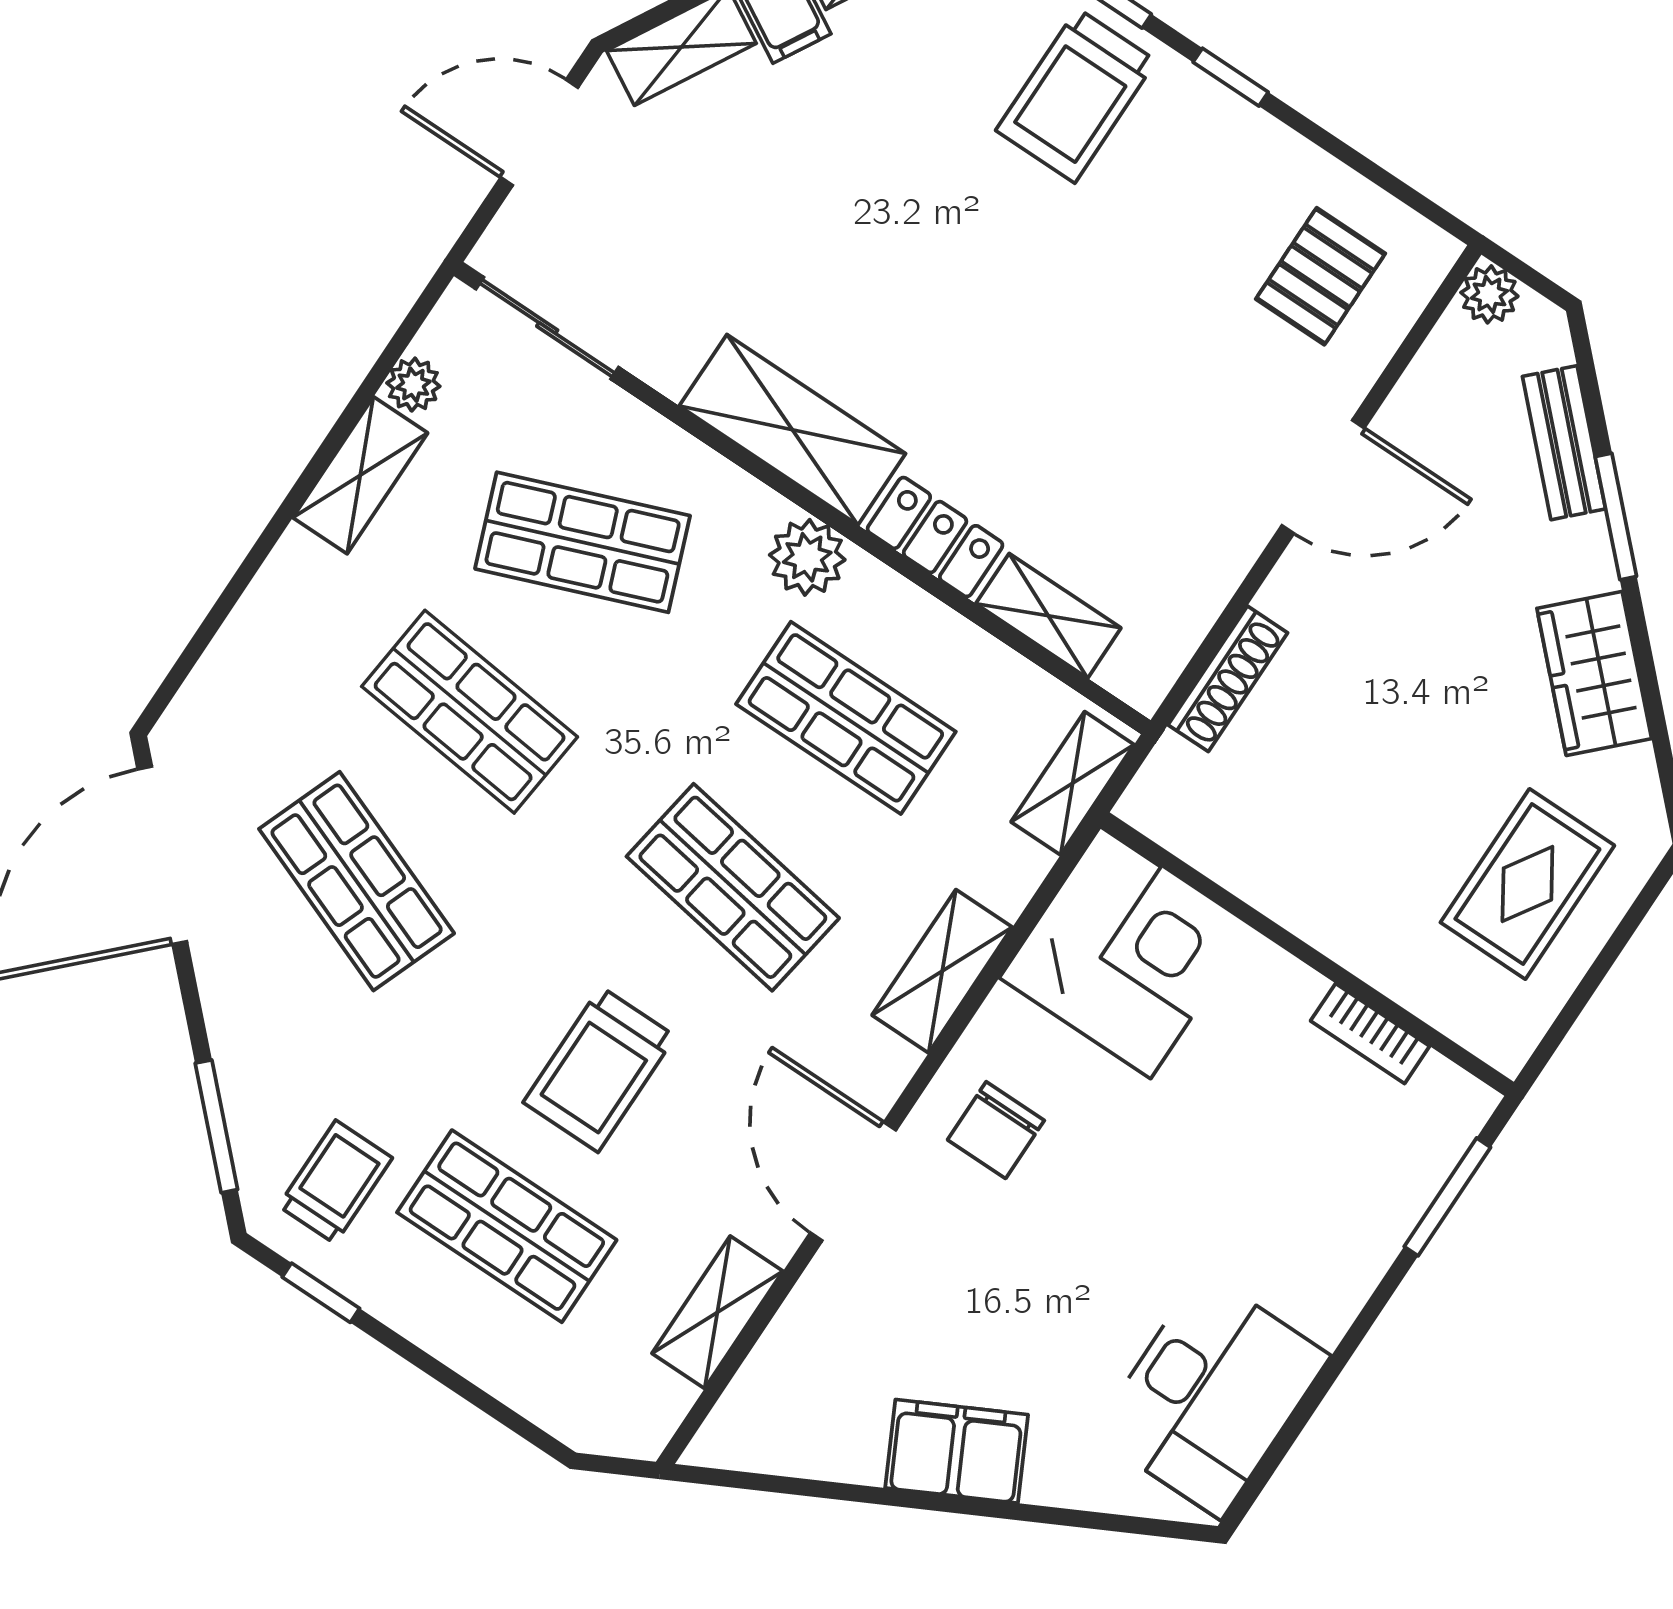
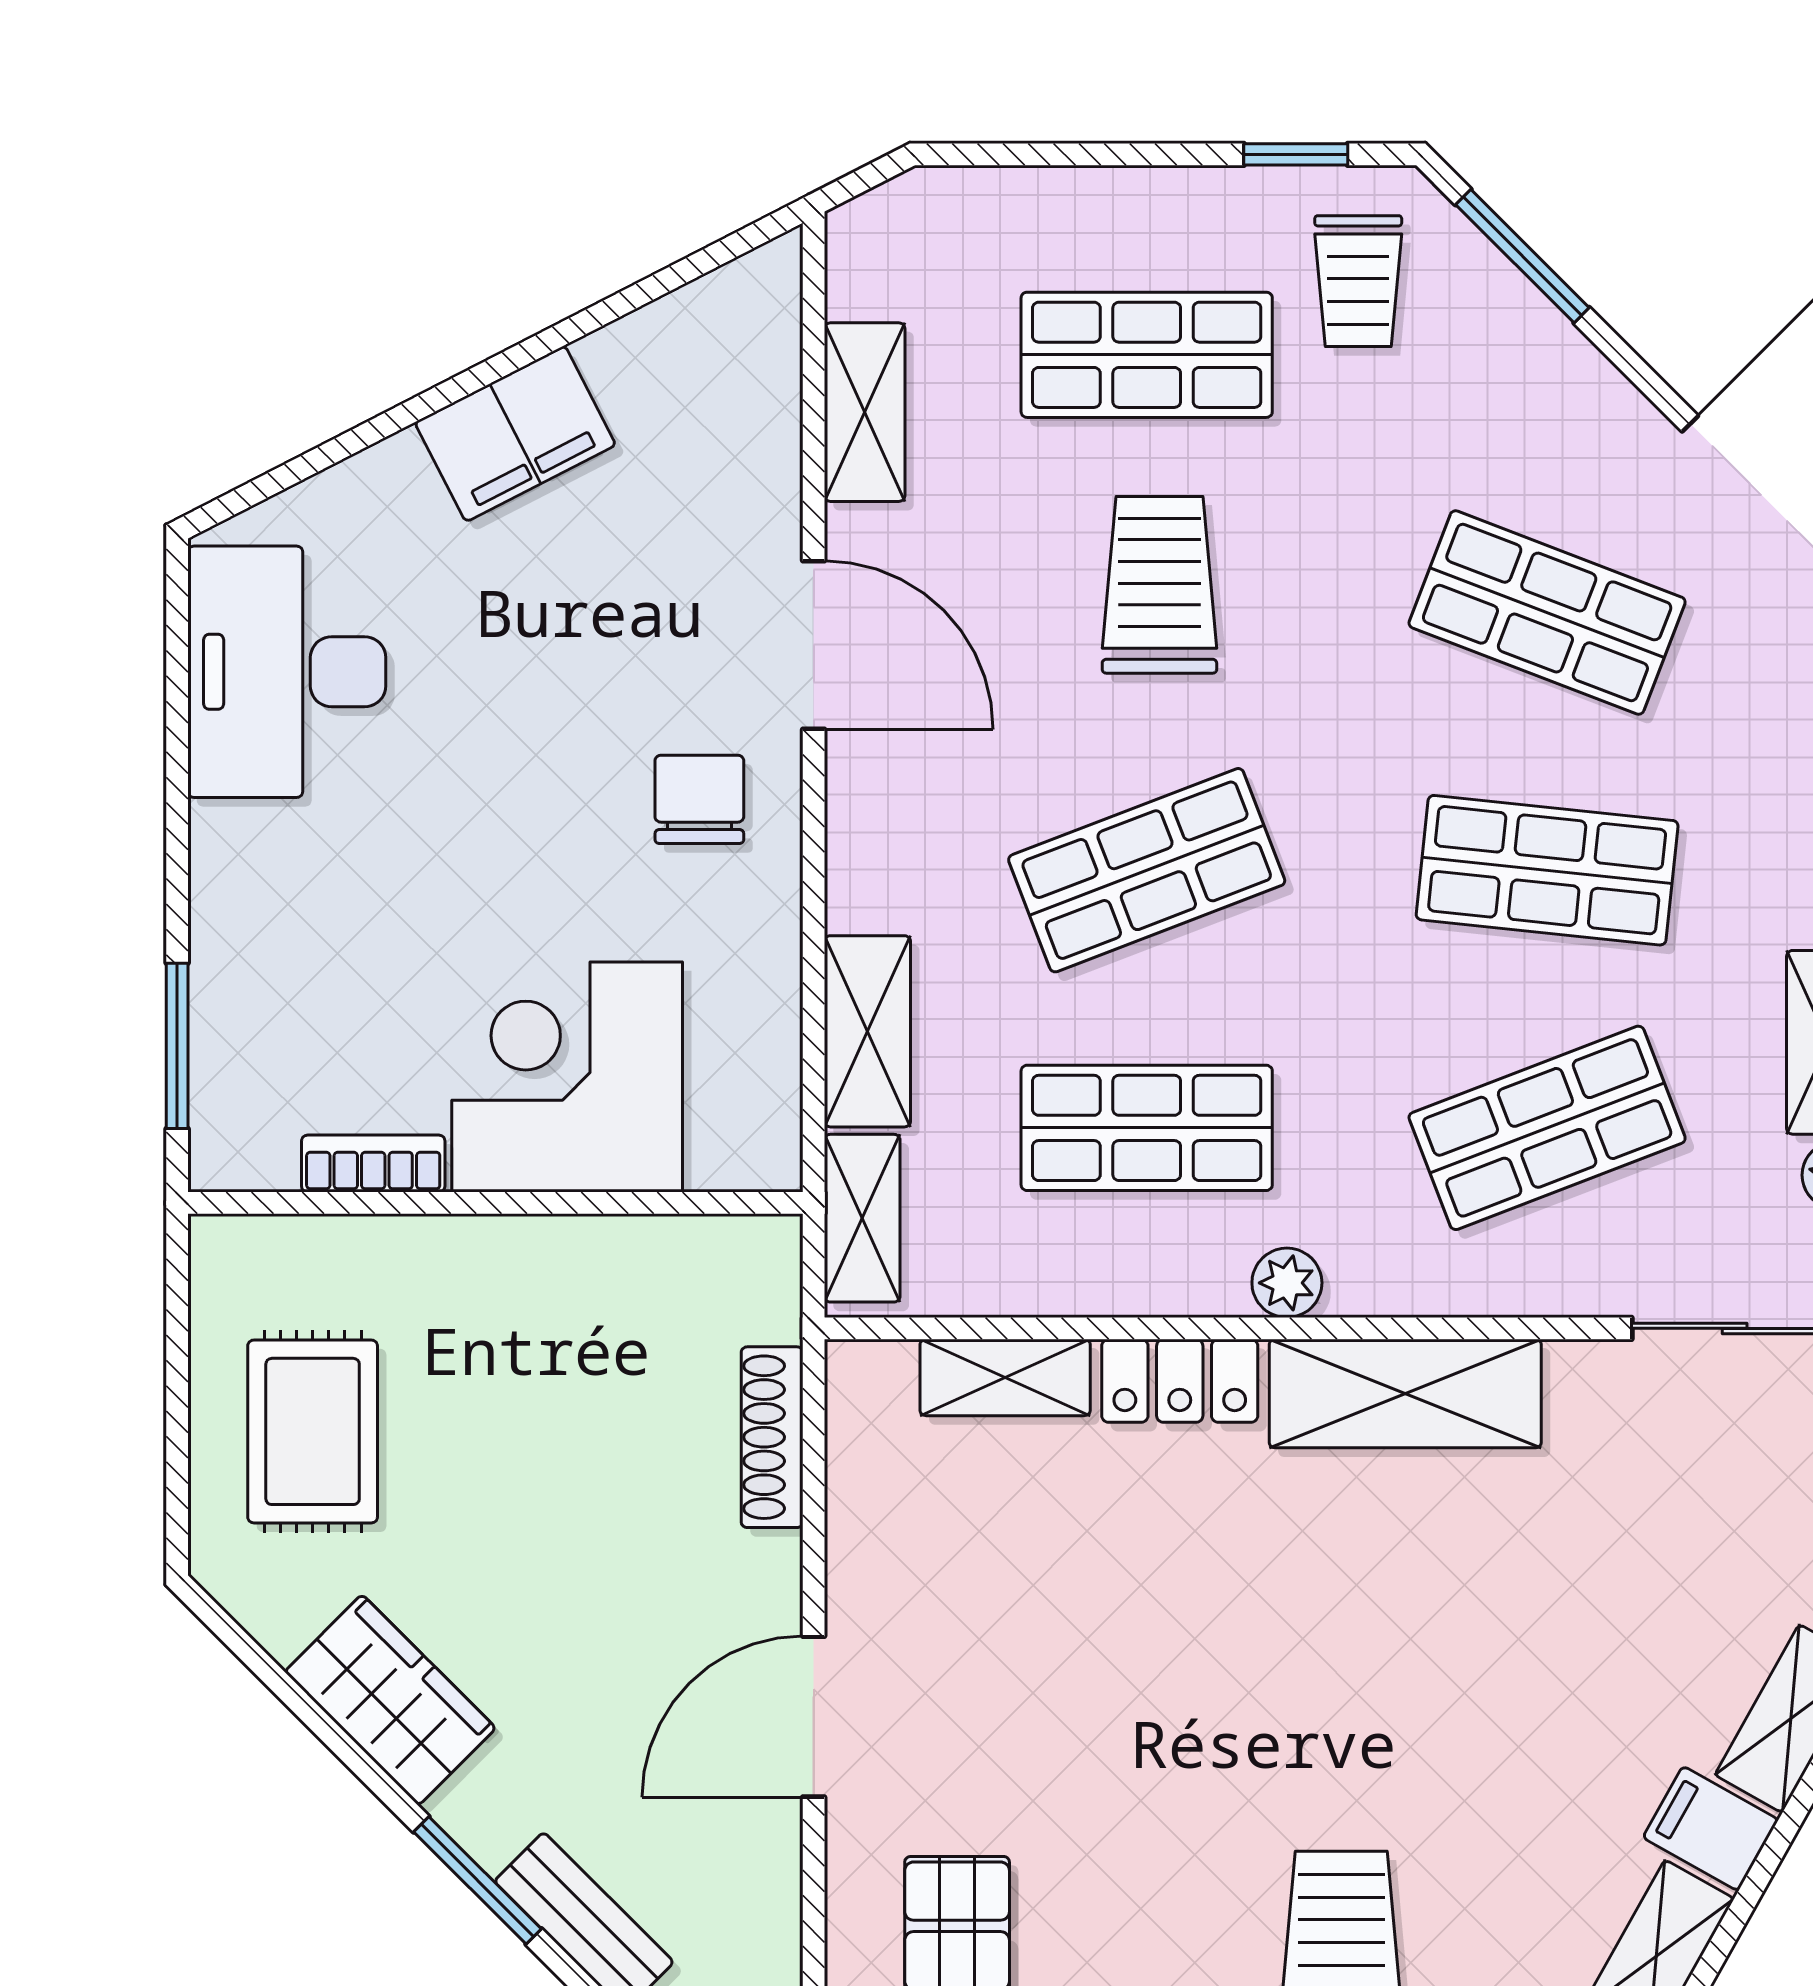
plant: (807, 557) -> (1287, 1283), width x0.73, depth x0.73
shop shelf: (733, 887) -> (1147, 870), turned -30
corner desk: (1125, 953) -> (567, 1077), moved, turned 90
shelving: (942, 971) -> (867, 1031), moved

